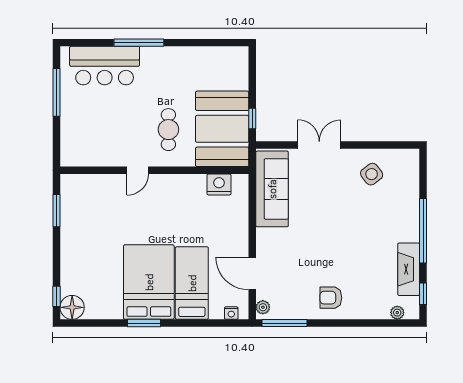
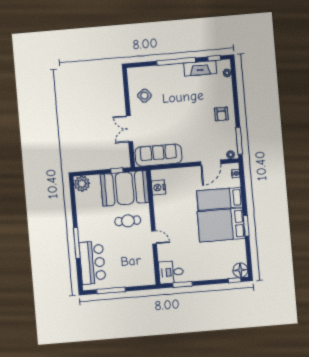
plant: (236, 59) -> (82, 184), added
desk: (78, 194) -> (171, 272), added

